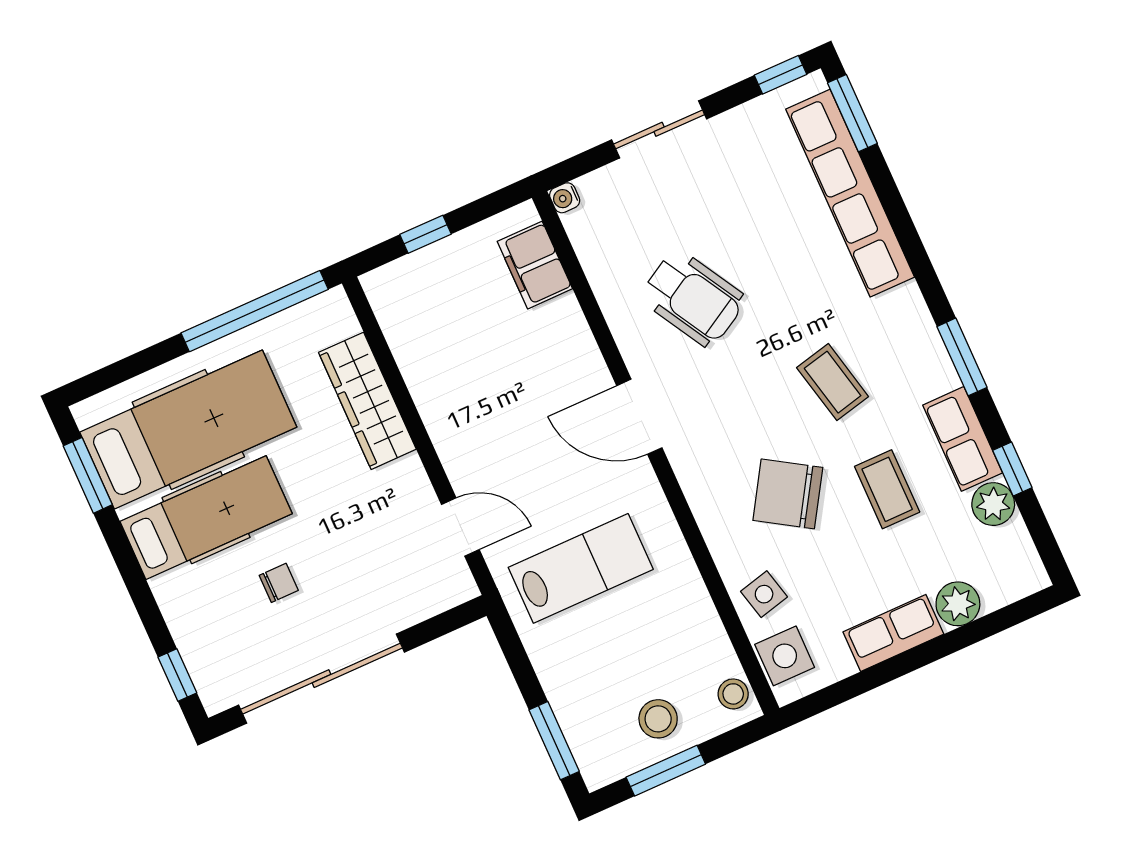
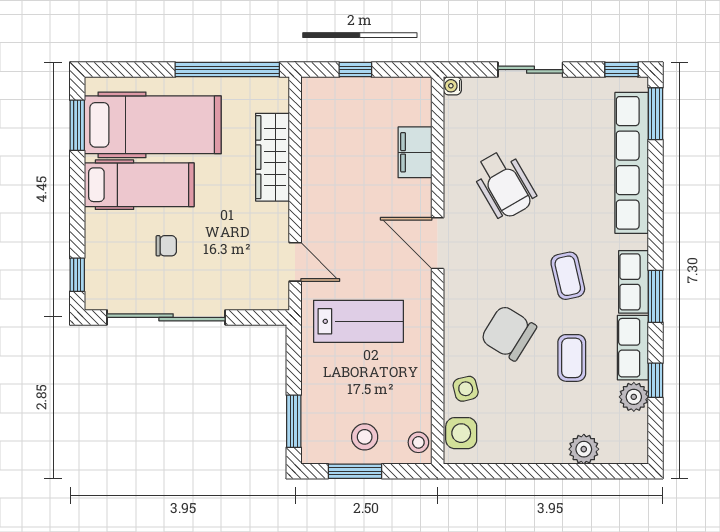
filing cabinet: (535, 265) -> (415, 152), moved
row of seats: (893, 633) -> (633, 282), moved, turned -90

